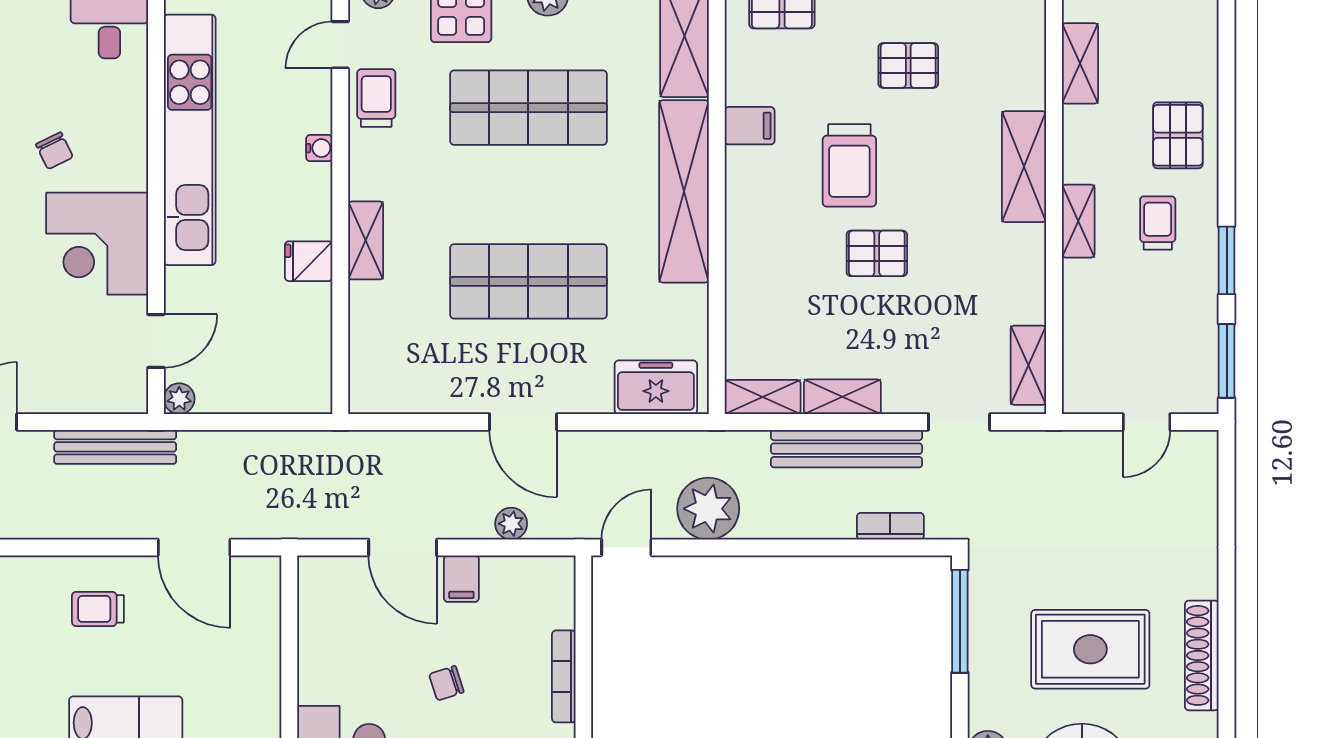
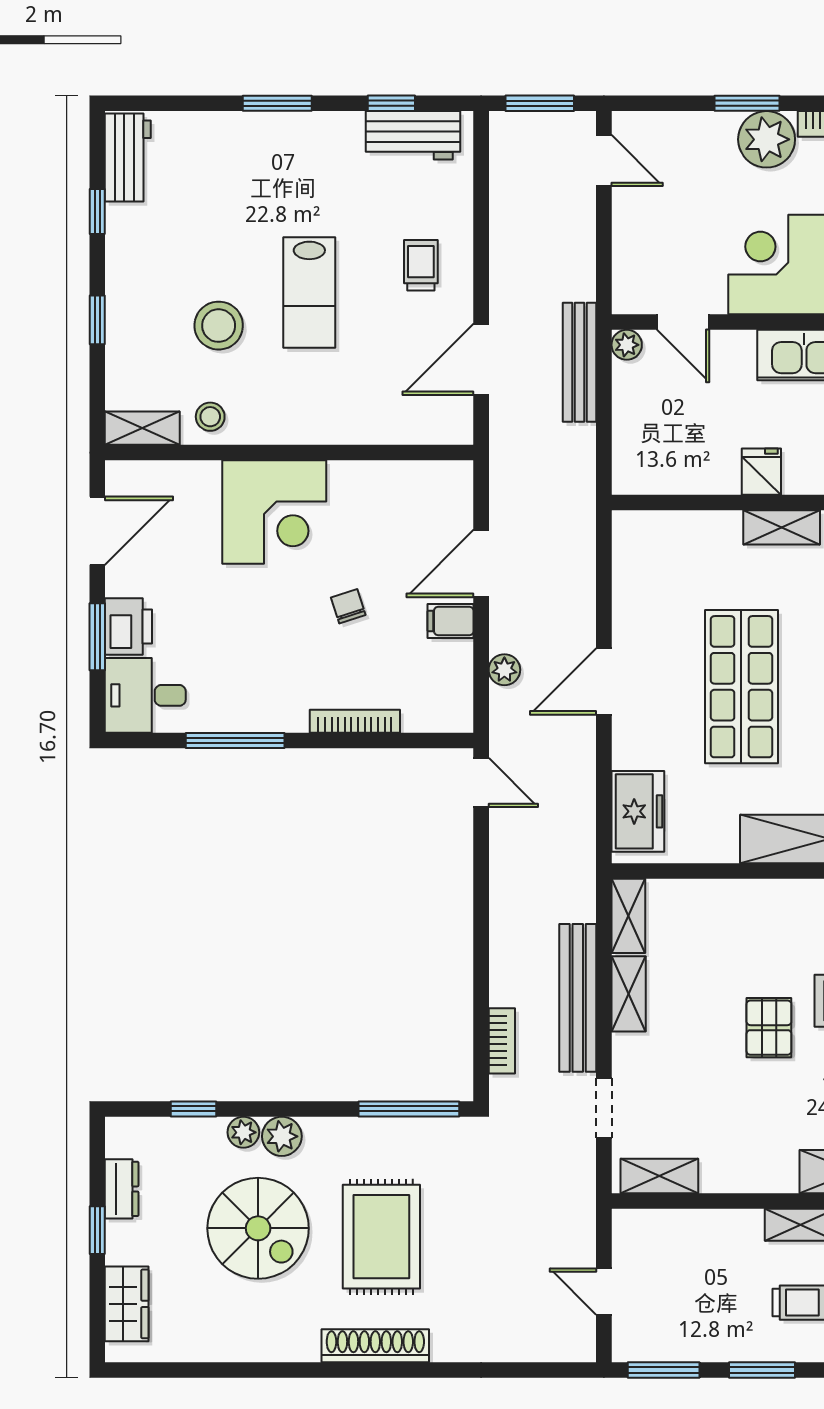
bench: (115, 447) -> (580, 362), moved
plant: (708, 509) -> (519, 863), removed

